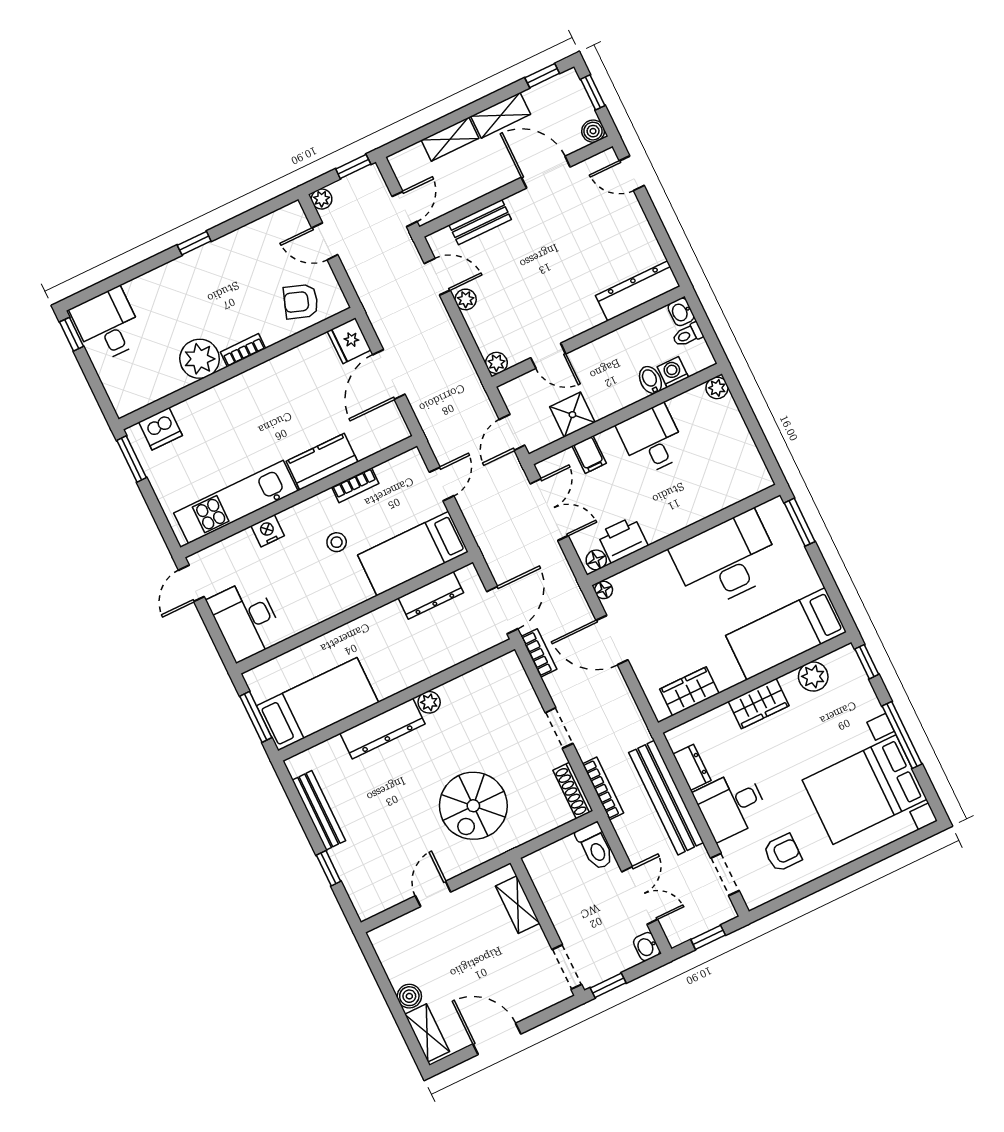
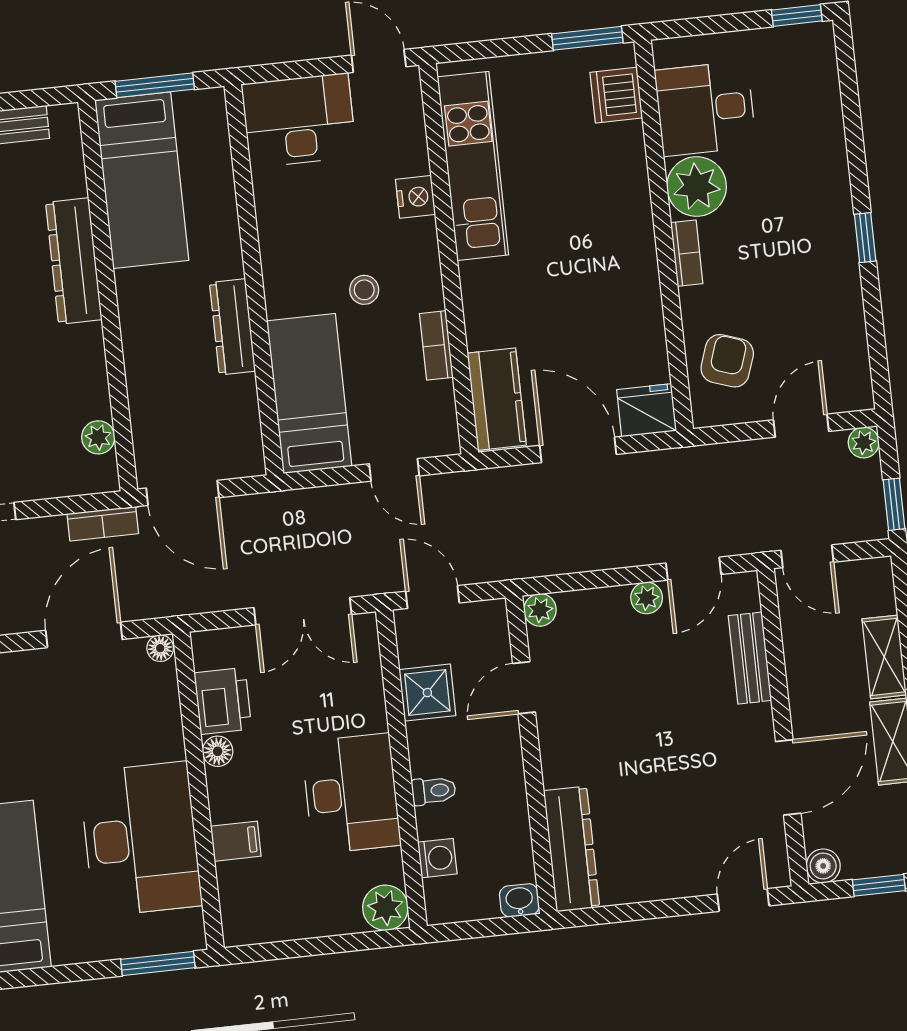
desk: (108, 325) -> (705, 109), moved, turned 180
toilet: (688, 335) -> (434, 791), moved, turned 90
bidet: (650, 380) -> (437, 822), removed
plant: (717, 388) -> (385, 908), width x1.38, depth x1.38
desk: (652, 440) -> (351, 794), width x1.37
filing cabinet: (589, 455) -> (236, 841), moved, turned 180
kitchen counter: (322, 462) -> (497, 399), moved
floor lamp: (596, 560) -> (218, 751), moved
dresser: (431, 595) -> (232, 327), moved
plant: (429, 702) -> (98, 437), moved

